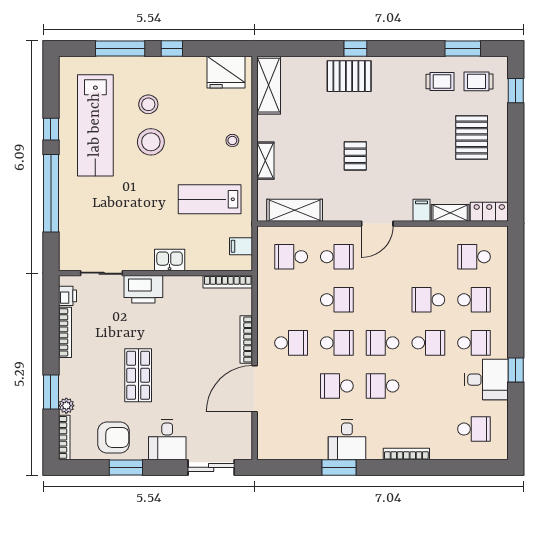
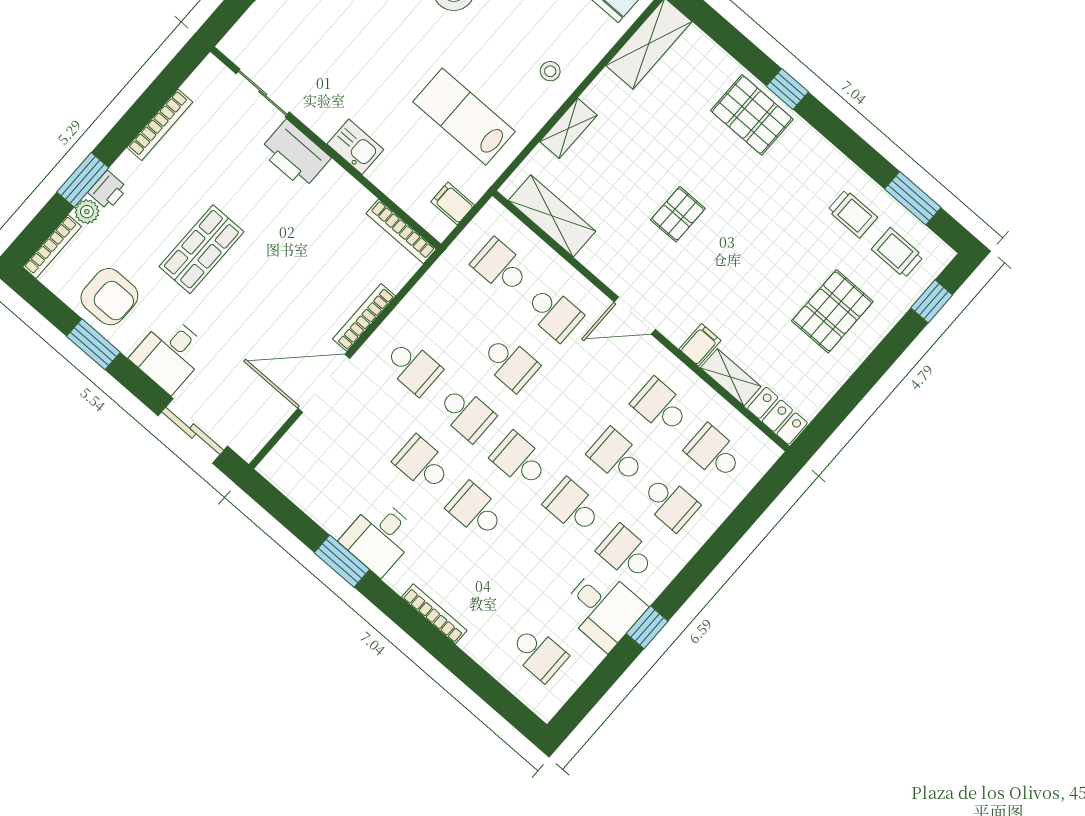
school desk: (428, 257) -> (661, 406), added
printer: (67, 296) -> (108, 190), moved
school desk: (428, 343) -> (573, 507), turned 180
school desk: (474, 343) -> (626, 553), turned 180

